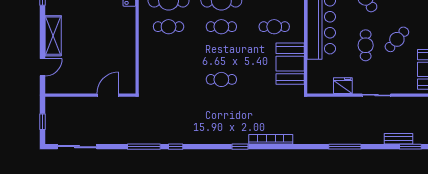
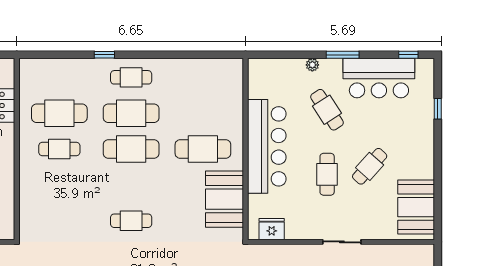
cafe table: (221, 27) -> (131, 149), width x1.37, depth x1.35
cafe table: (274, 27) -> (203, 149), width x1.37, depth x1.35
fridge: (343, 86) -> (272, 229), moved

